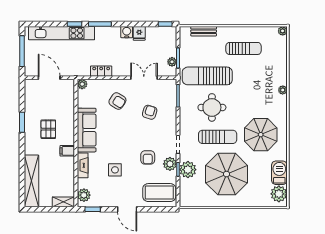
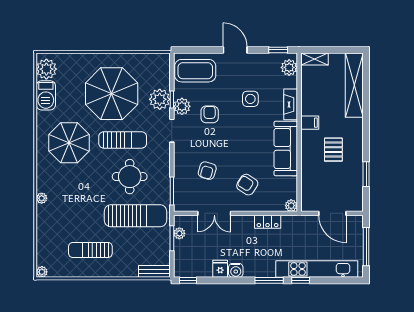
bench: (204, 31) -> (154, 271), moved
window: (22, 122) -> (366, 174), moved
sun lounger: (218, 137) -> (123, 140), turned 180

